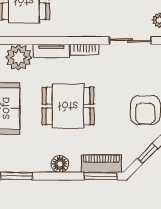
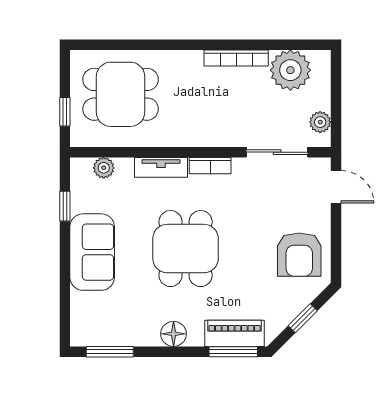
plant: (19, 57) -> (104, 168), width x0.53, depth x0.53
dining table: (68, 106) -> (186, 249), turned 90

